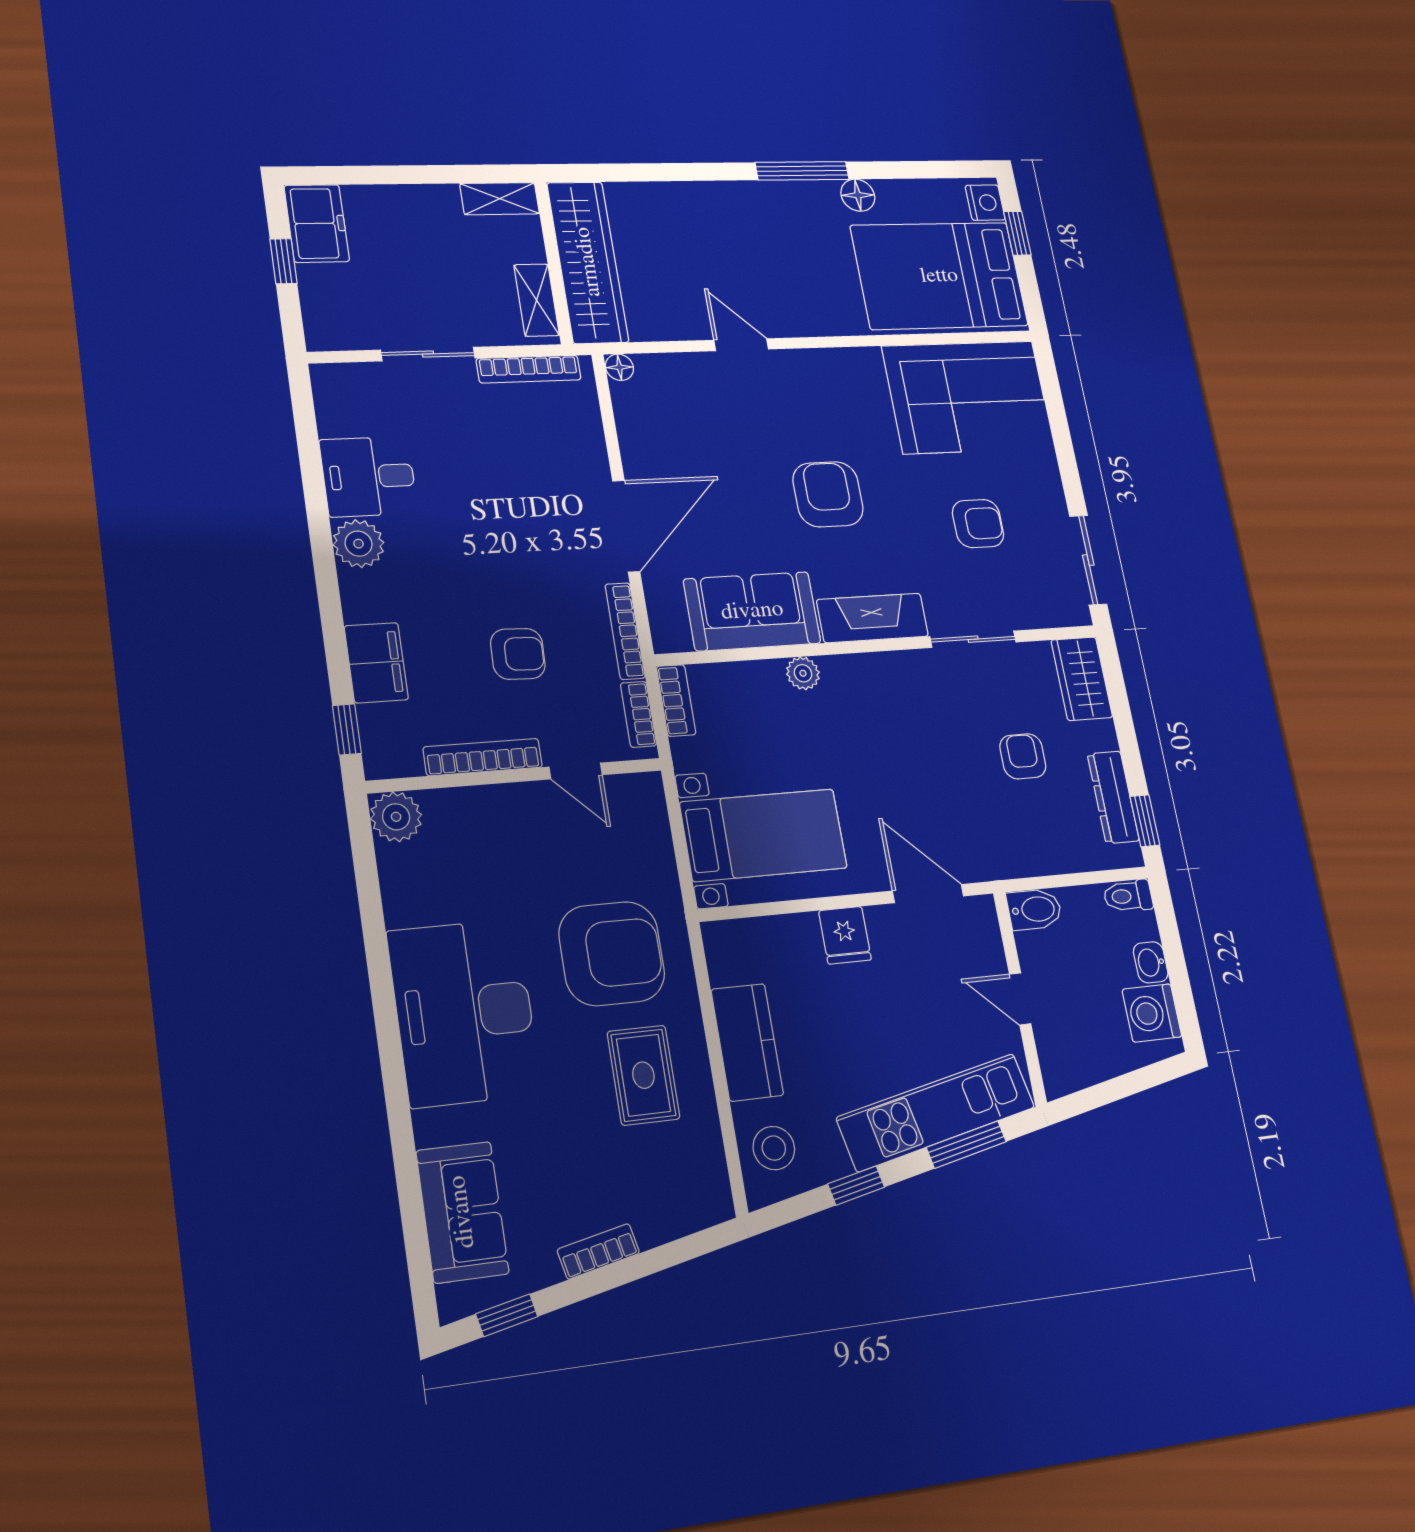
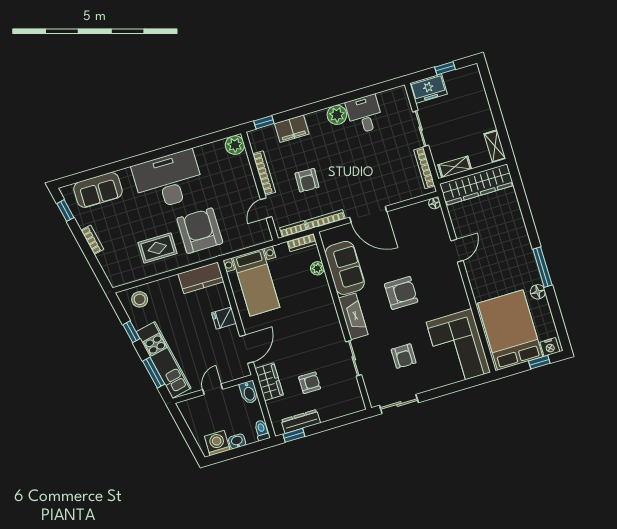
freezer: (317, 223) -> (429, 89), moved
plant: (803, 673) -> (317, 268), moved
wardrobe: (1082, 679) -> (269, 382), moved, turned 90
armchair: (612, 954) -> (200, 231), turned 180
kitchen counter: (747, 1042) -> (201, 278), moved

